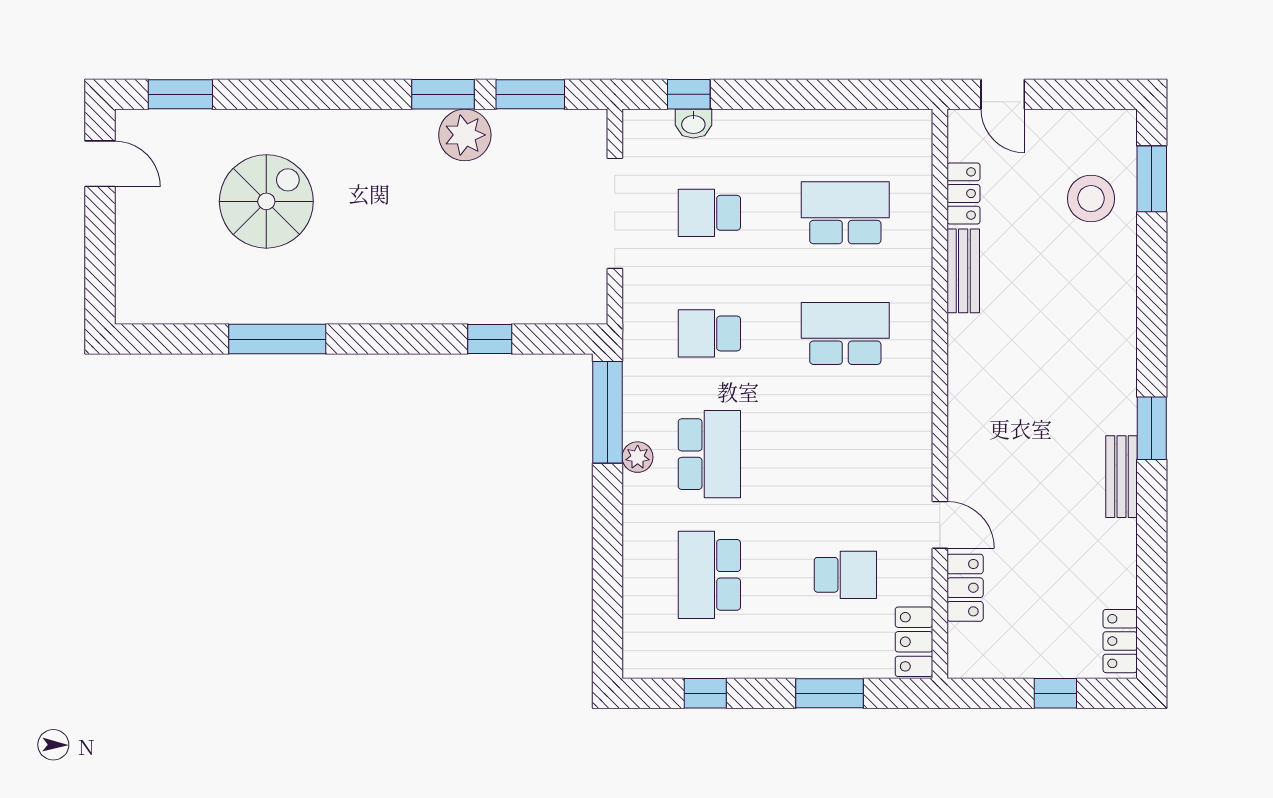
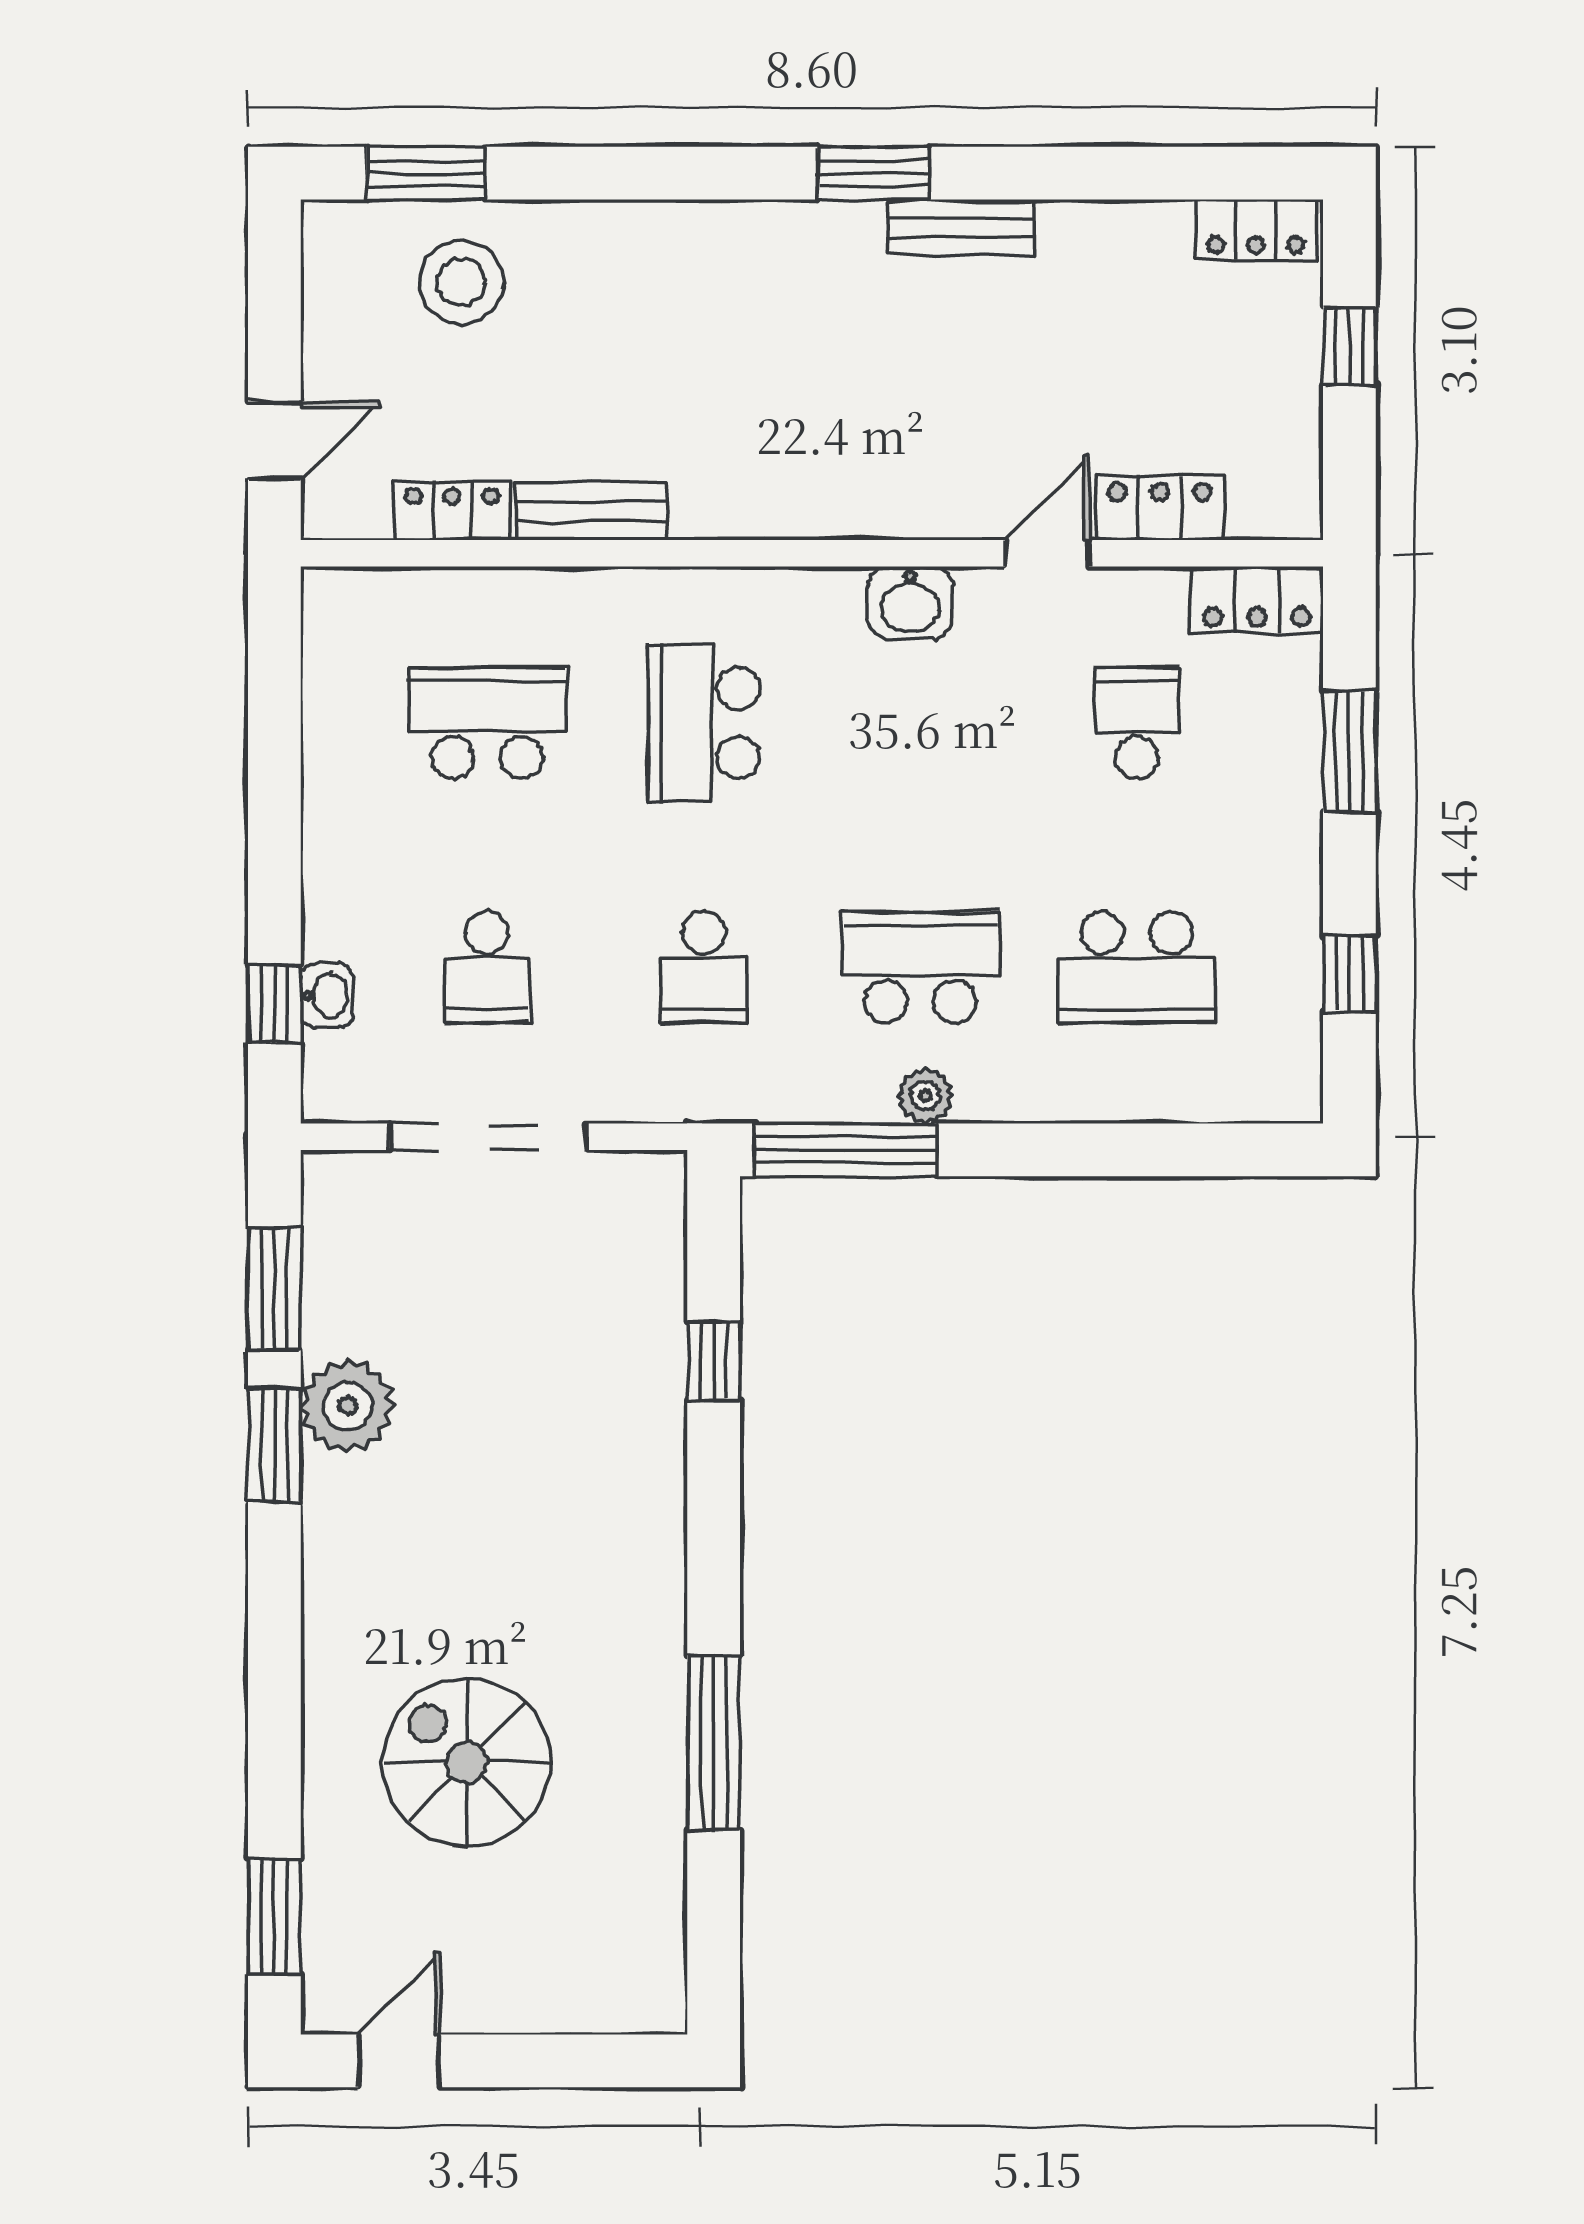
school desk: (845, 213) -> (487, 723), turned 90
washbasin: (912, 448) -> (910, 603), added

